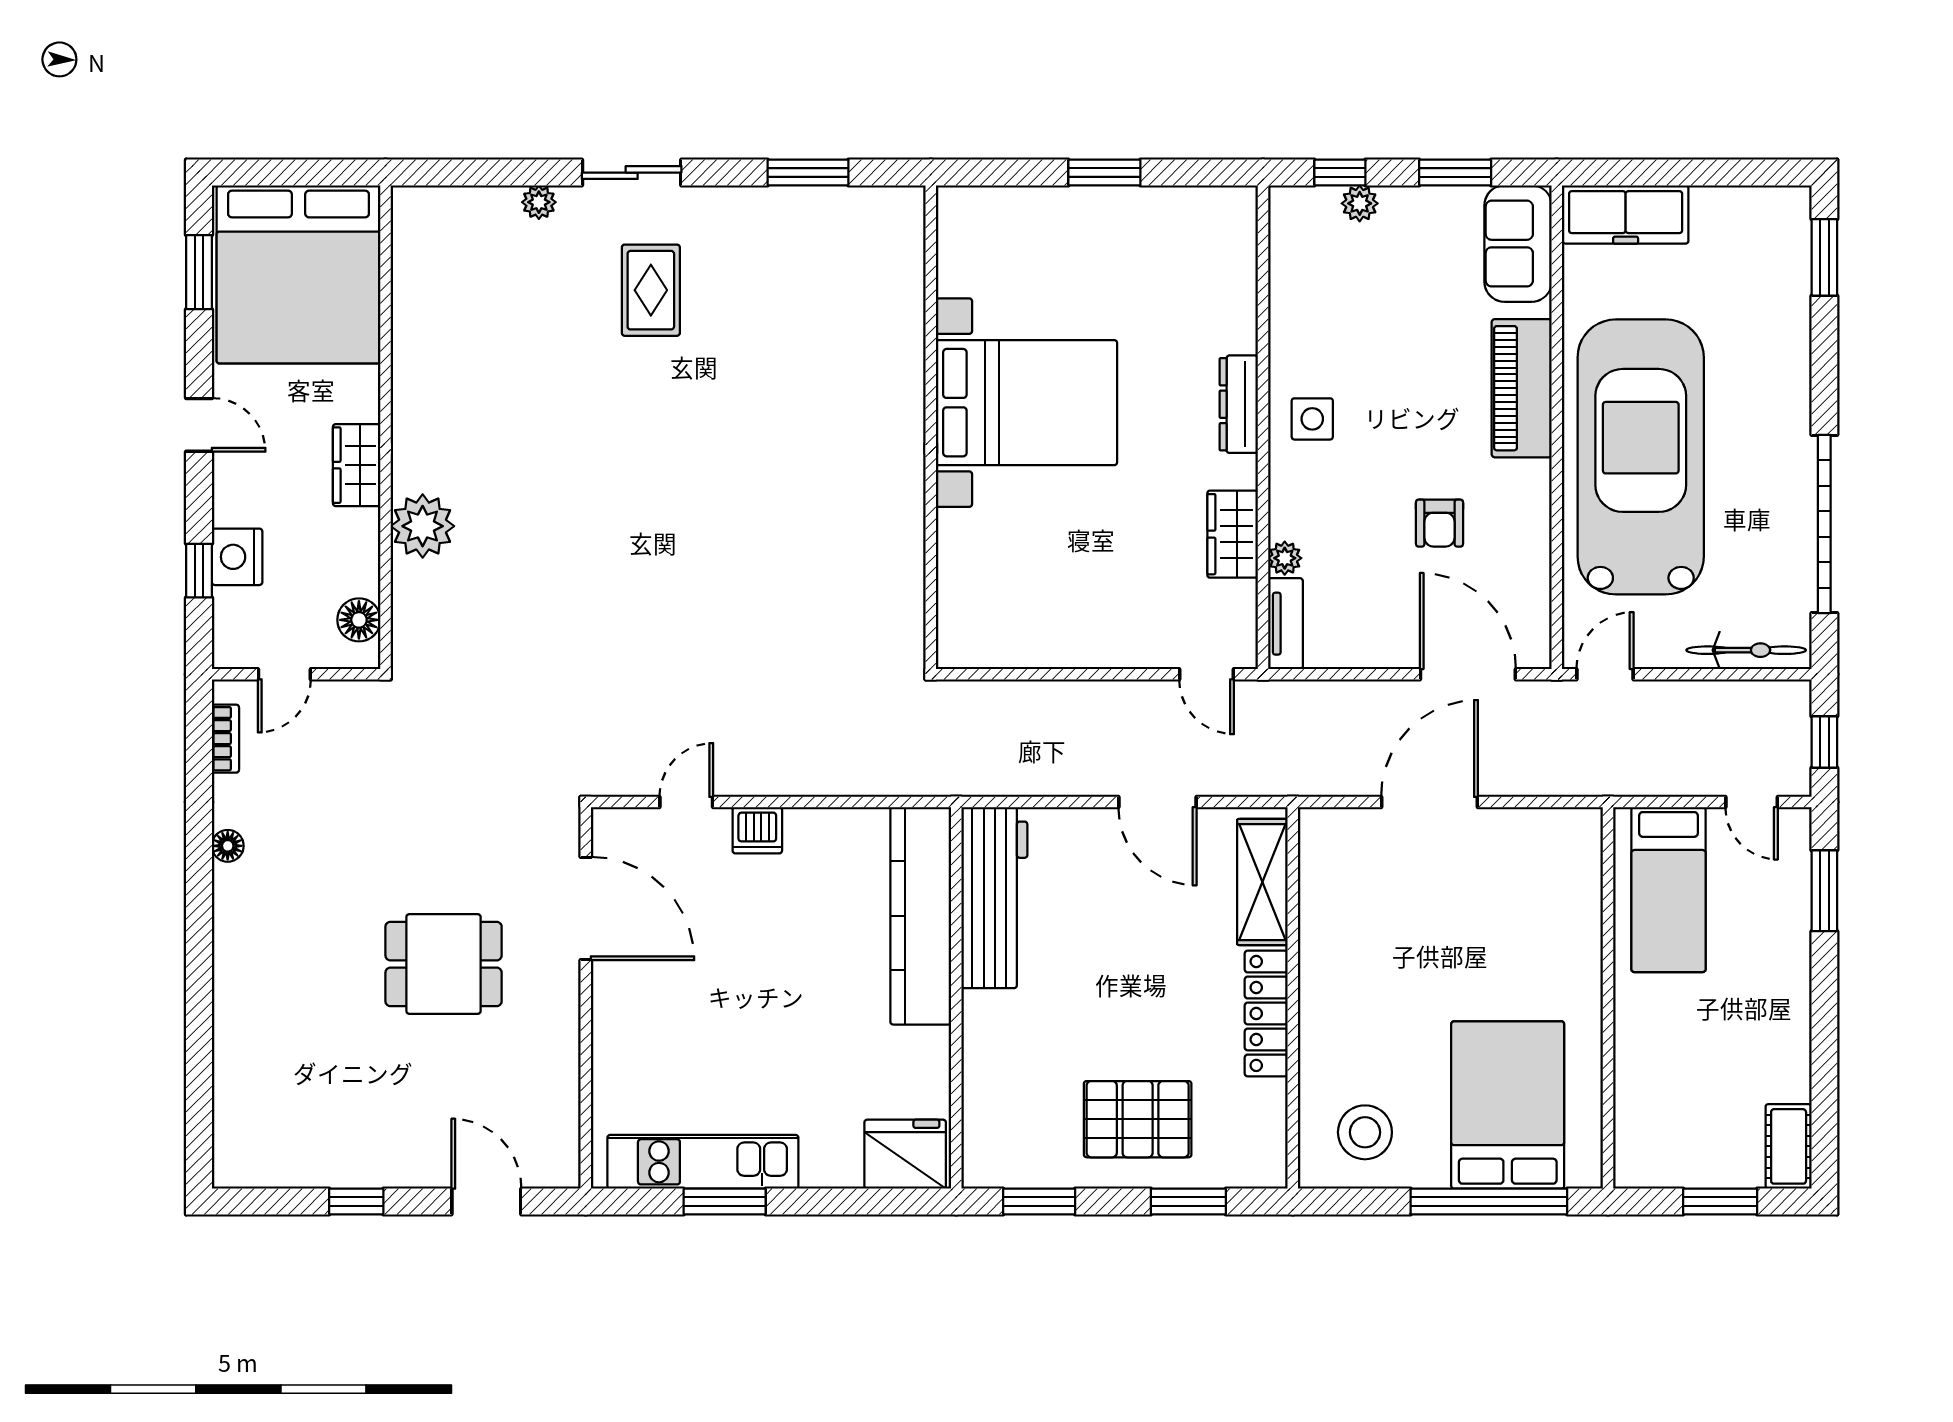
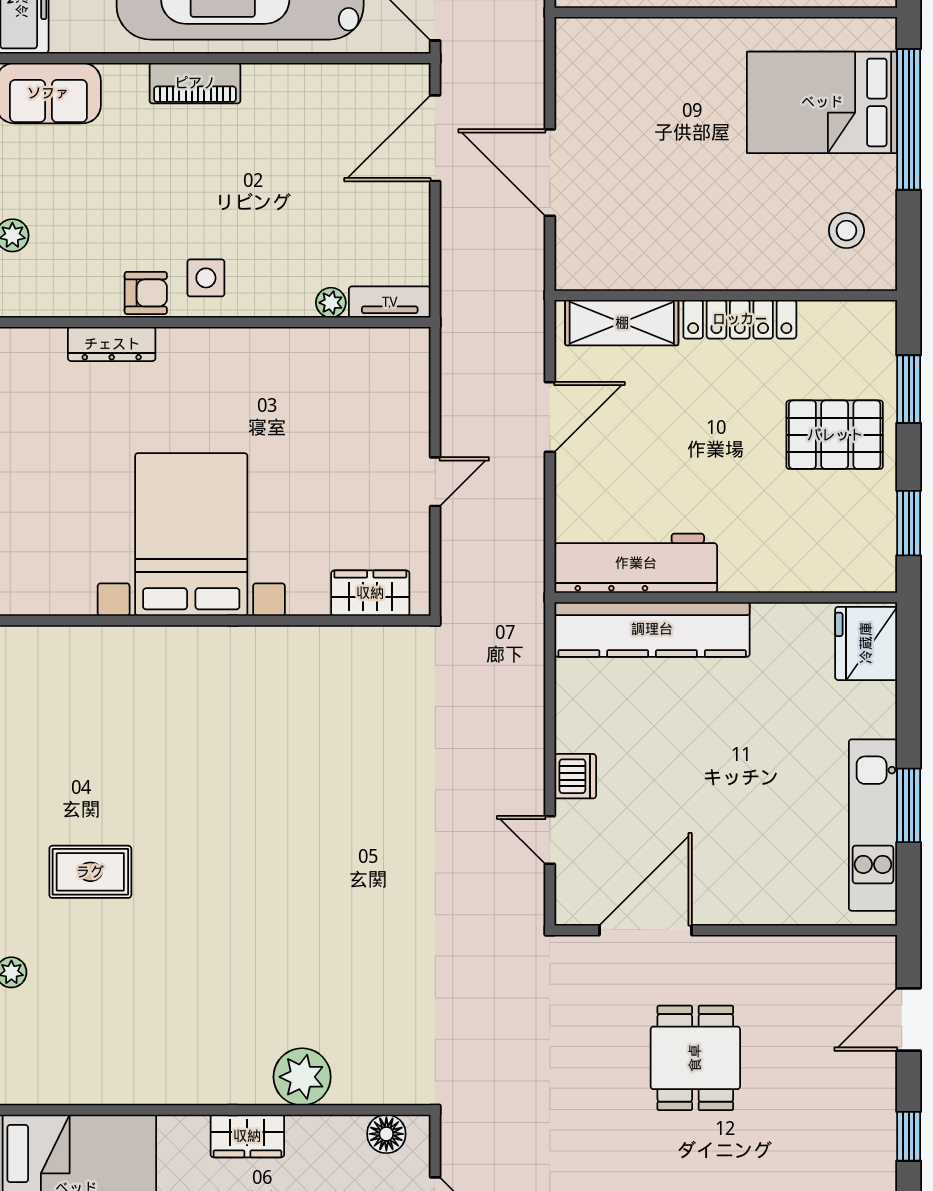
piano: (1522, 388) -> (195, 83), width x0.73, depth x0.75
dresser: (1239, 404) -> (112, 344), moved
armchair: (1439, 523) -> (146, 293), moved
wardrobe: (1233, 534) -> (370, 593), moved, turned 180
door: (1207, 674) -> (435, 482), moved
pallet: (1138, 1119) -> (835, 435), turned 90
stool: (1365, 1132) -> (846, 231), width x0.73, depth x0.73

